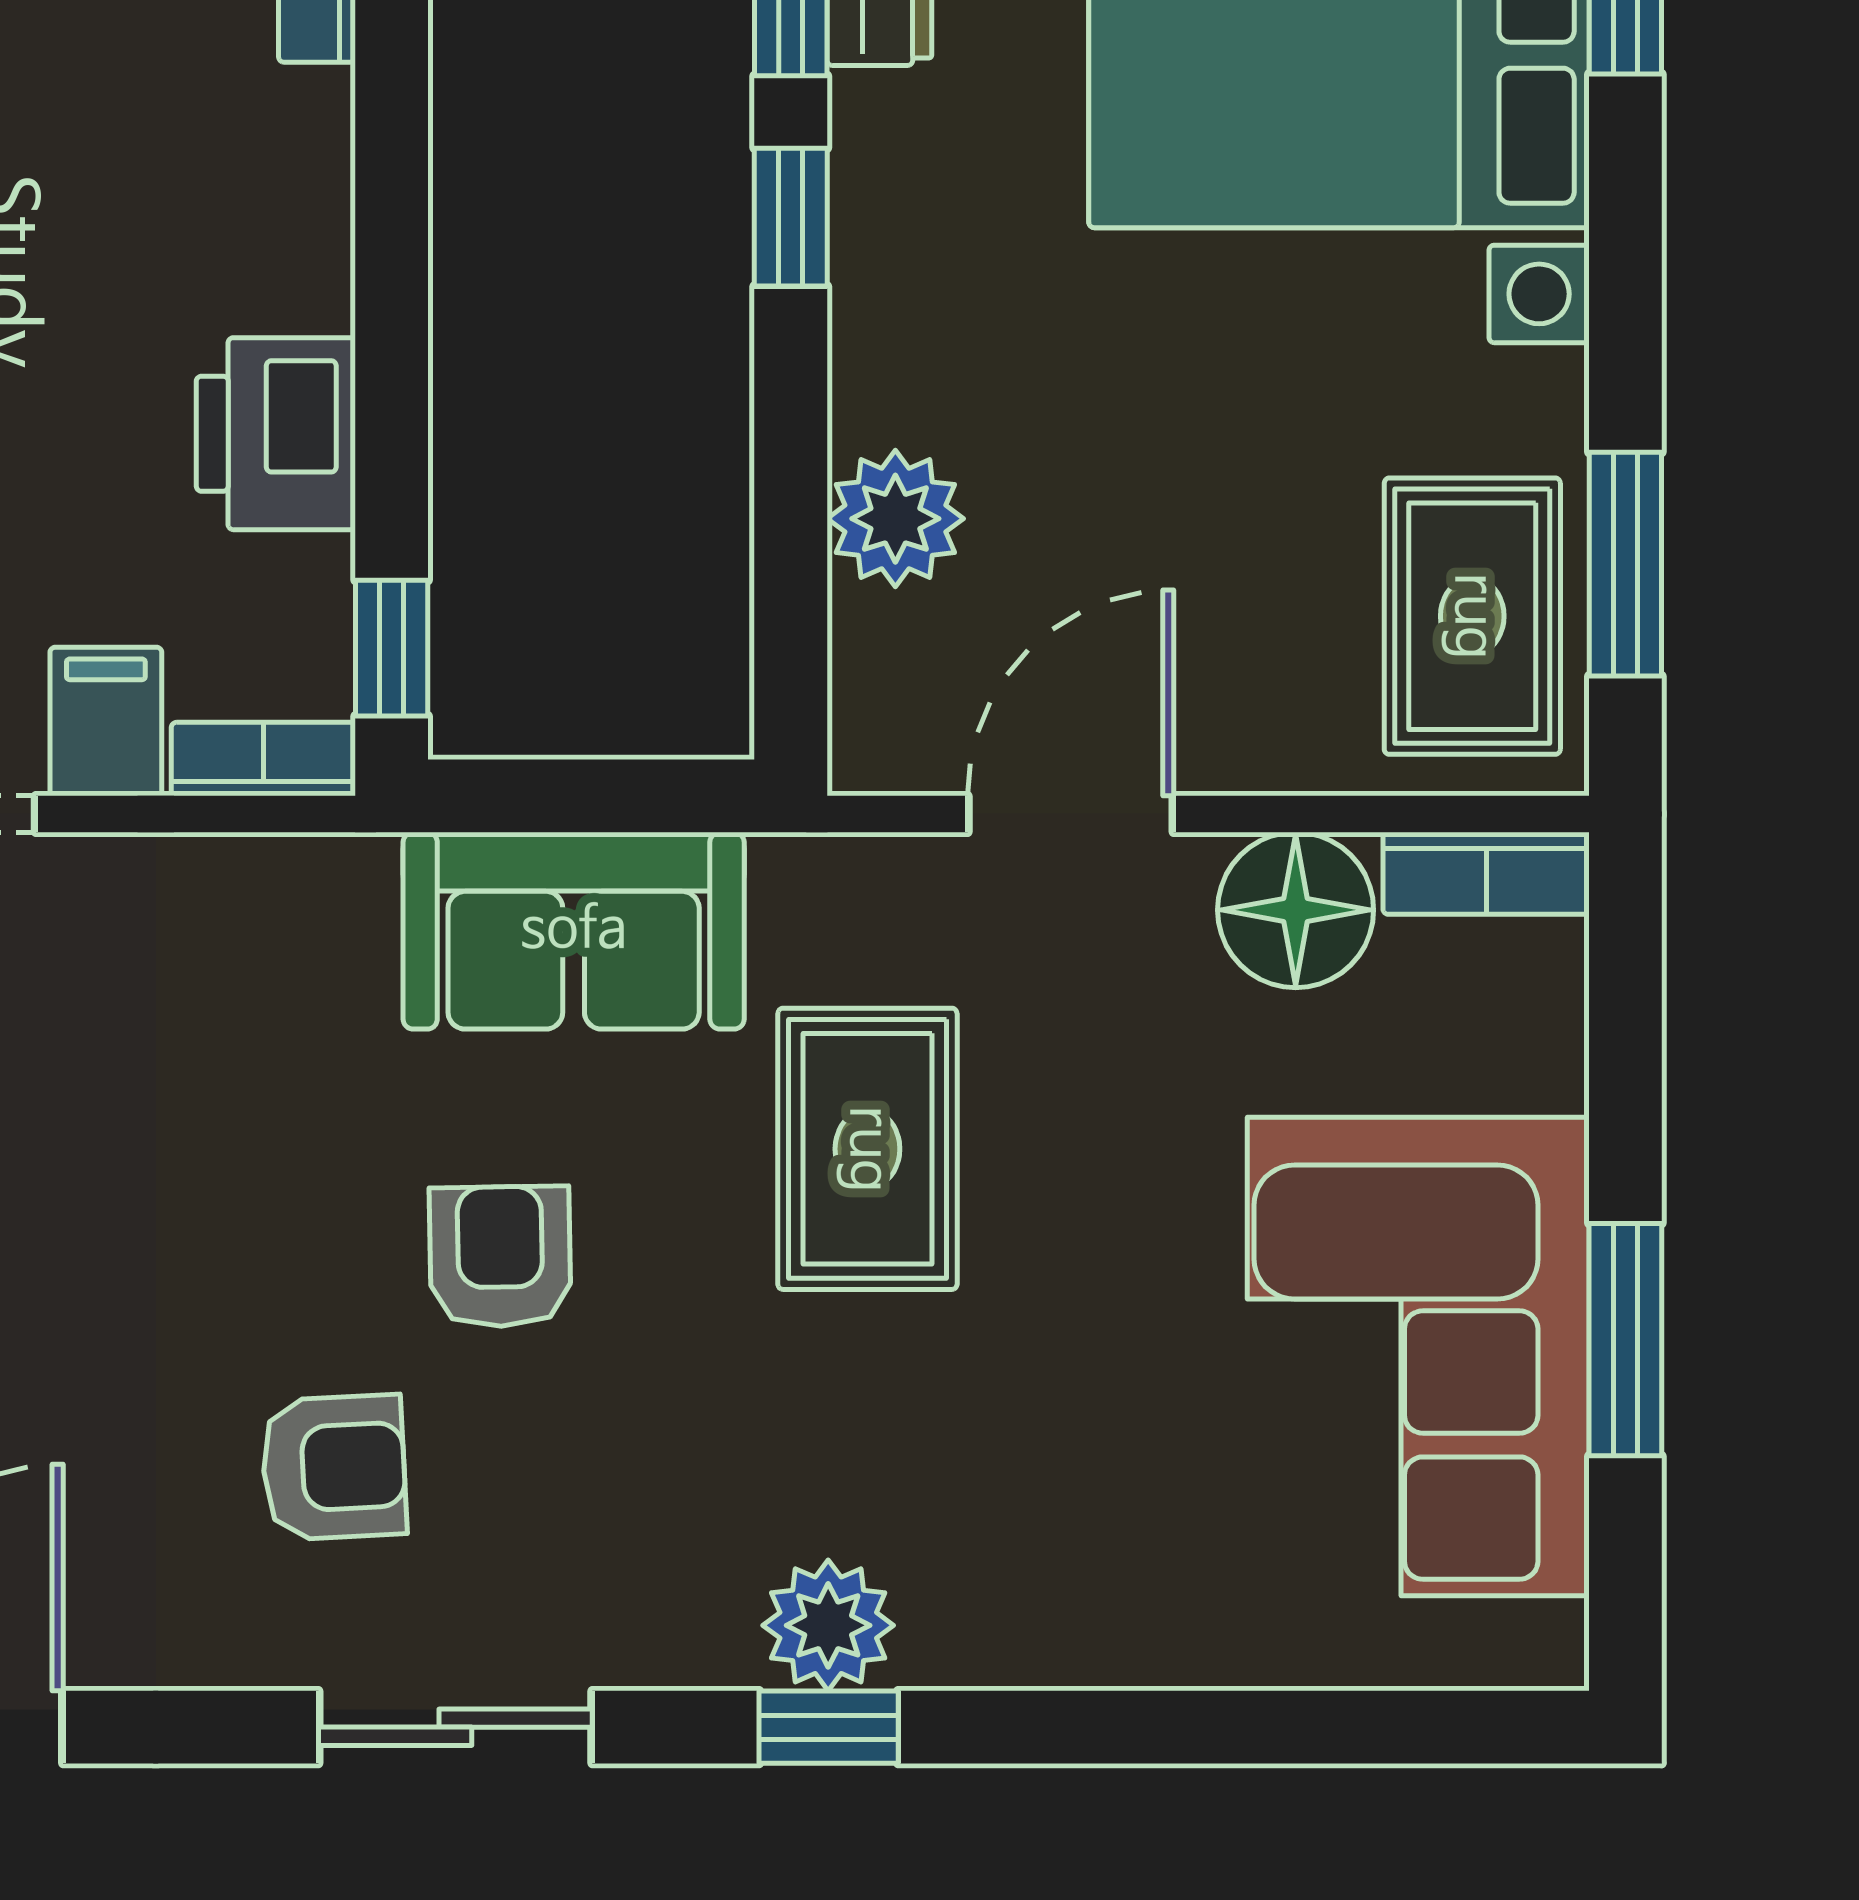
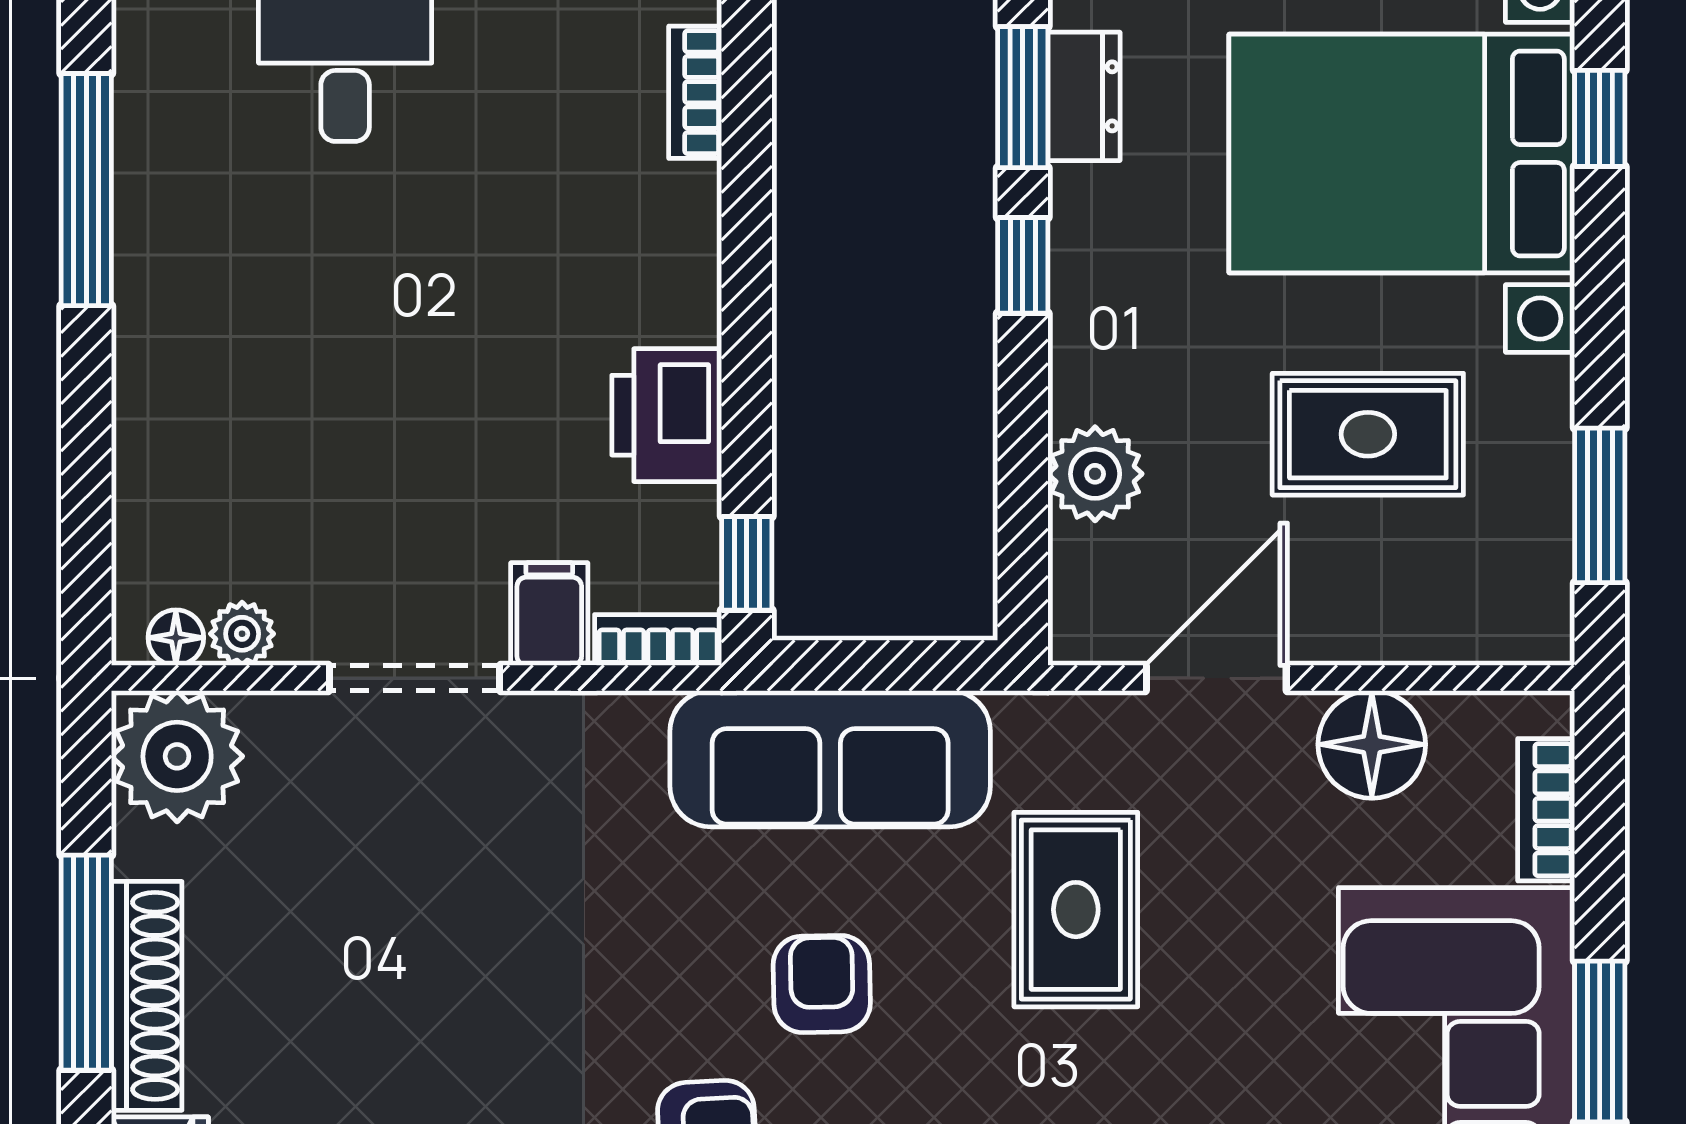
rug: (1472, 616) -> (1368, 434), moved, turned 90
bookcase: (1486, 873) -> (1546, 810), moved, turned 90
sofa: (574, 931) -> (830, 759), width x1.36

